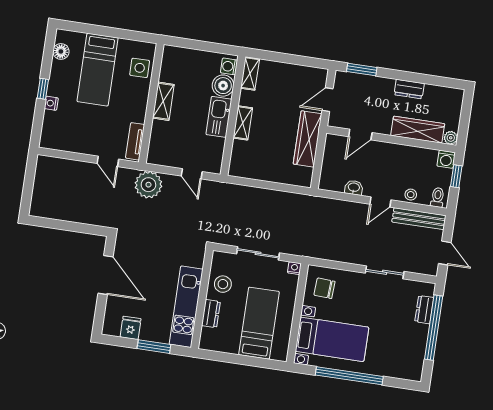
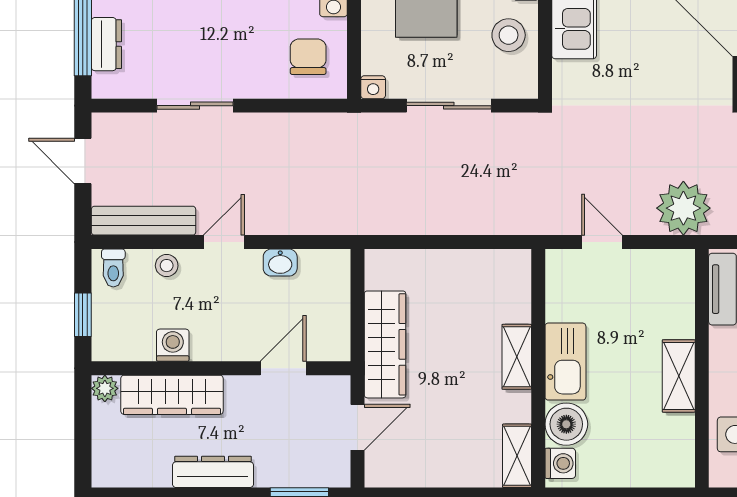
dresser: (409, 89) -> (213, 472), width x1.44
washing machine: (446, 159) -> (173, 345), moved
chair: (325, 288) -> (308, 57), turned -93

